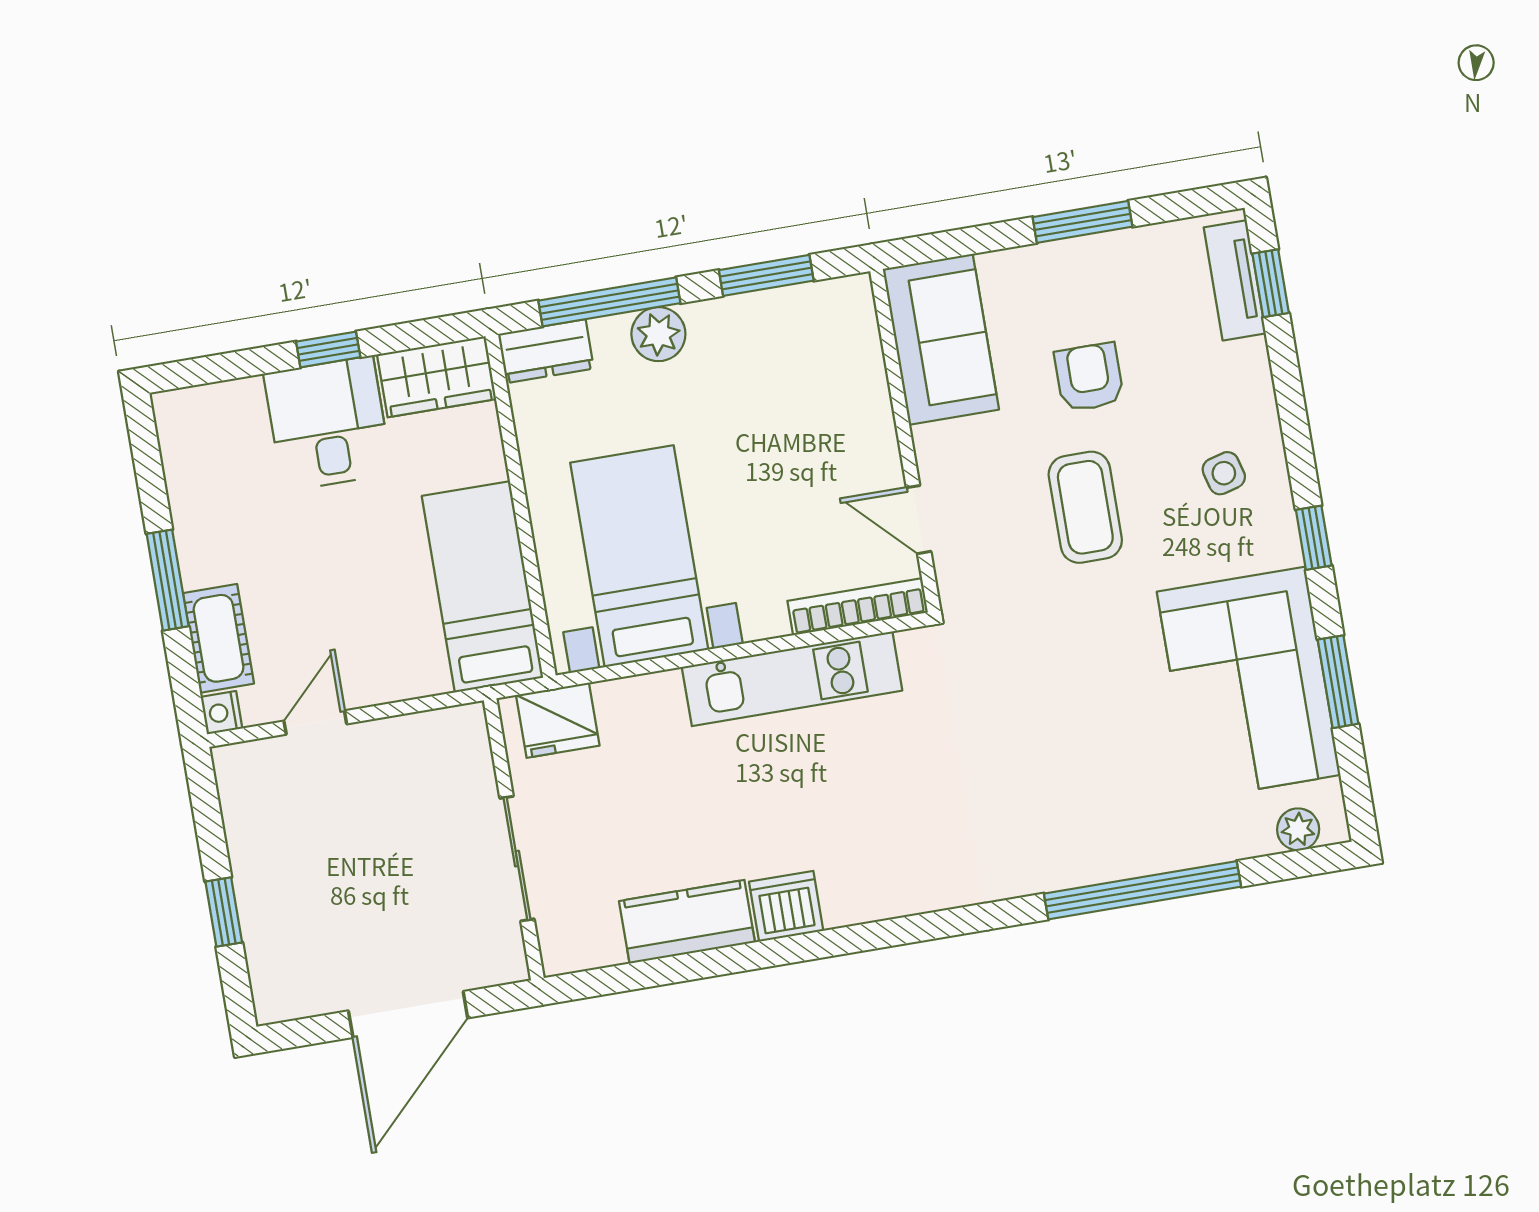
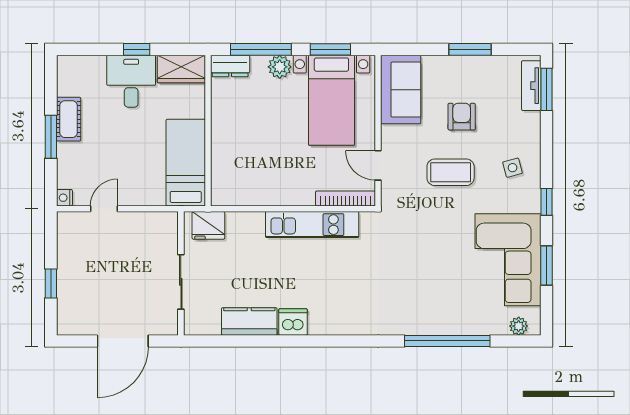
window: (1271, 283) -> (546, 89), width x1.50
coffee table: (1085, 507) -> (451, 172), turned 90
bed with nightstands: (639, 556) -> (331, 100), moved, turned 180
cot: (219, 638) -> (69, 119), moved

